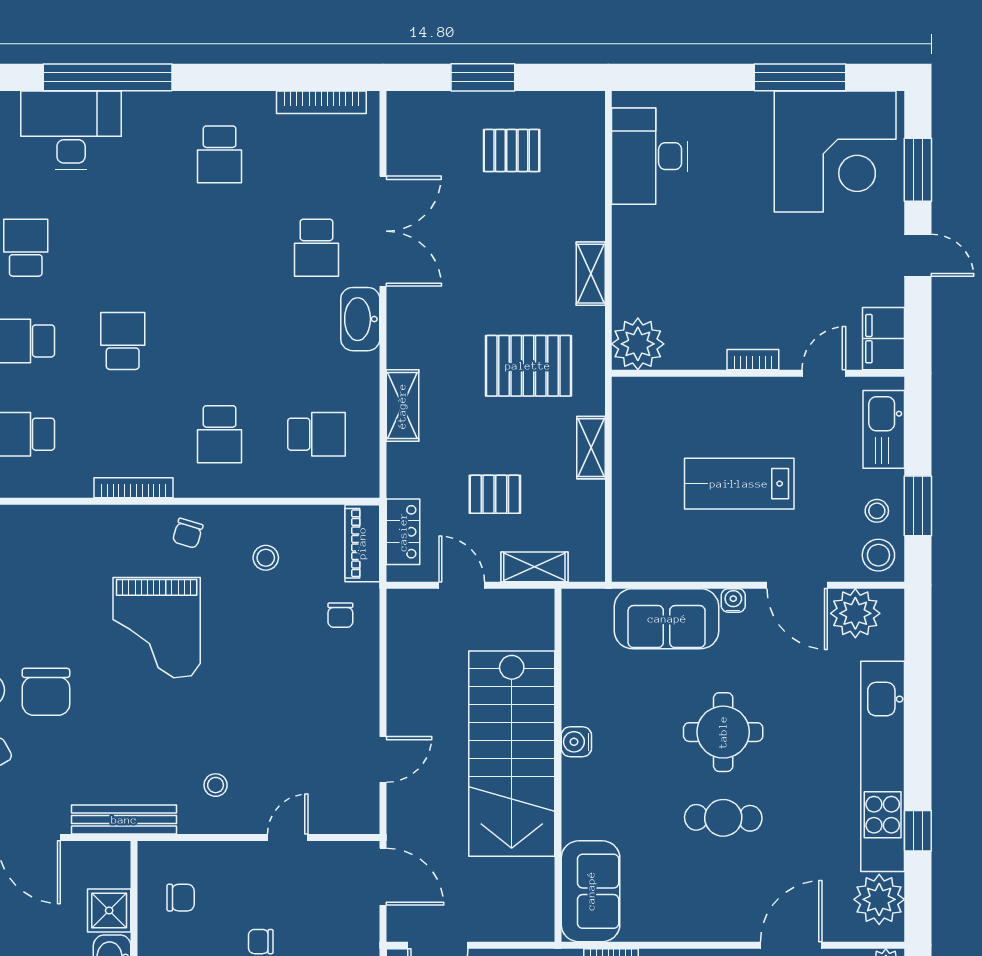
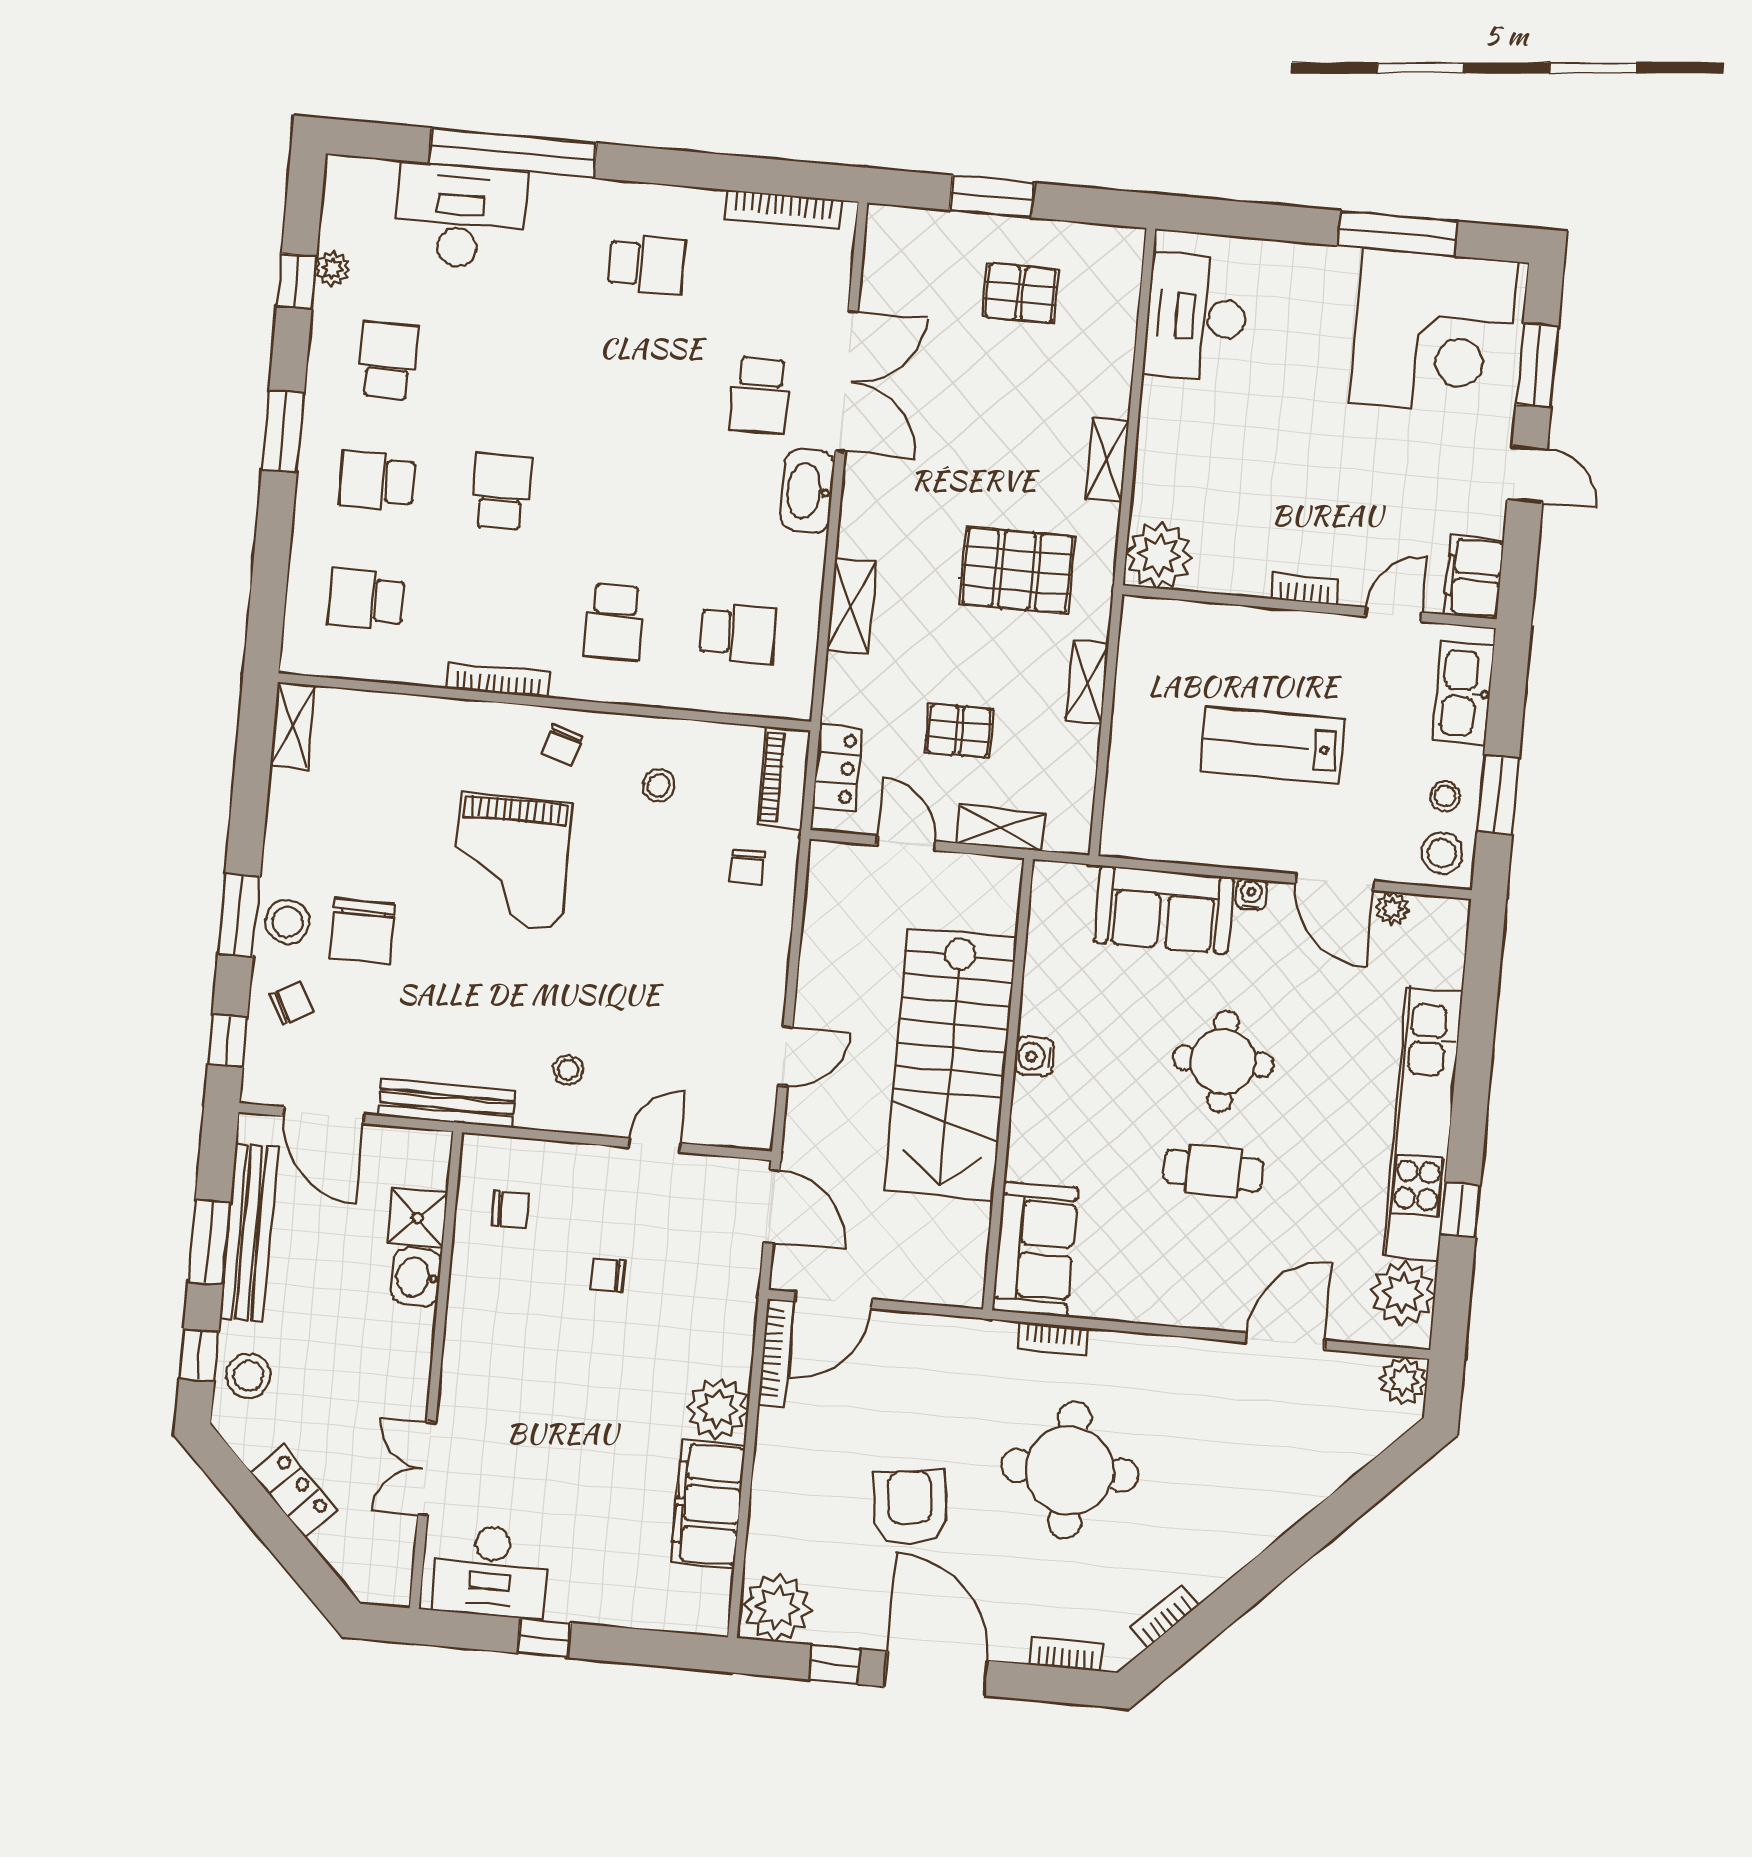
school desk: (220, 154) -> (647, 264), turned -90
plant: (855, 613) -> (1392, 909), width x0.53, depth x0.53

